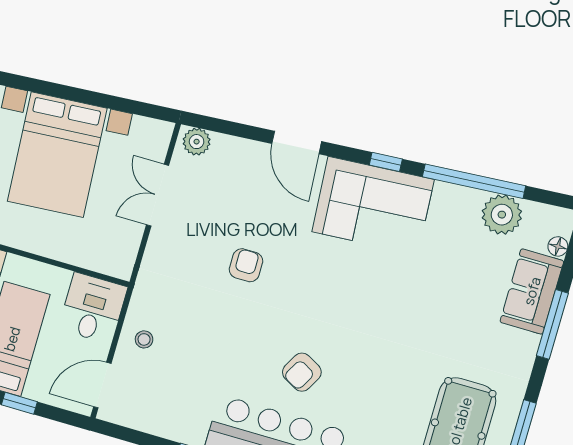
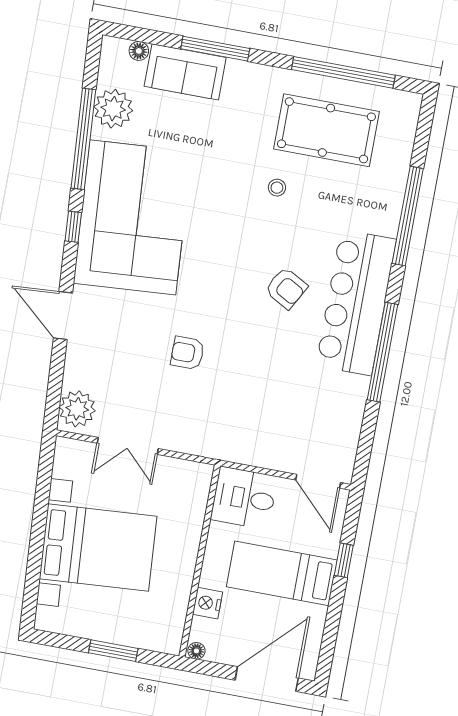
plant: (197, 142) -> (77, 409), width x1.36, depth x1.36
door: (297, 143) -> (63, 315), swing flipped
corner sofa: (373, 206) -> (133, 217), width x1.36, depth x1.36
stool: (144, 339) -> (277, 188), moved

